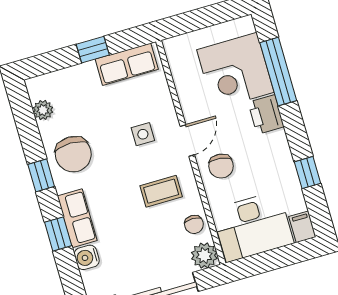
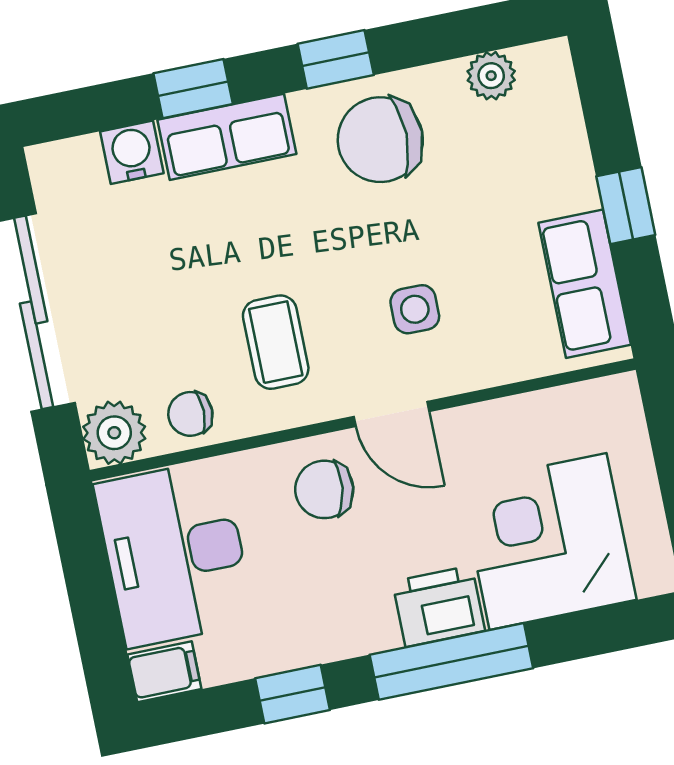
window: (278, 72) -> (451, 661), moved

